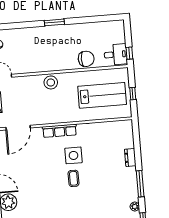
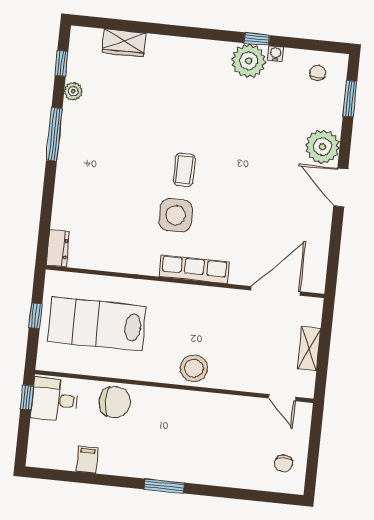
filing cabinet: (94, 28) -> (87, 460), added
chair: (86, 59) -> (115, 402), turned 180
dresser: (130, 157) -> (58, 248), moved

